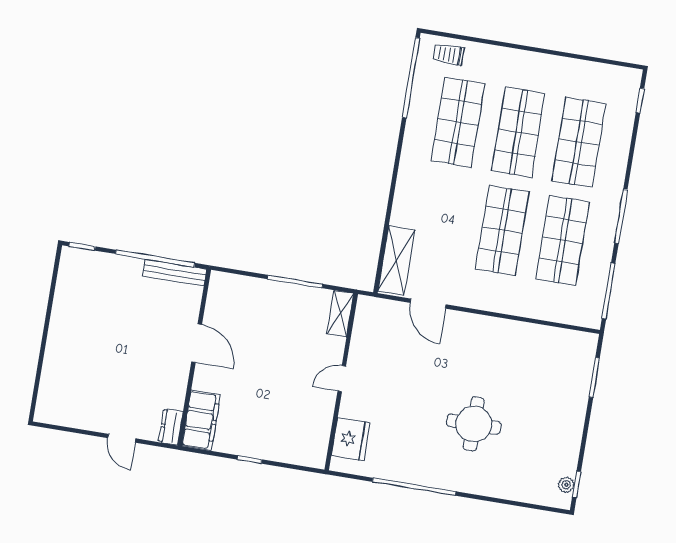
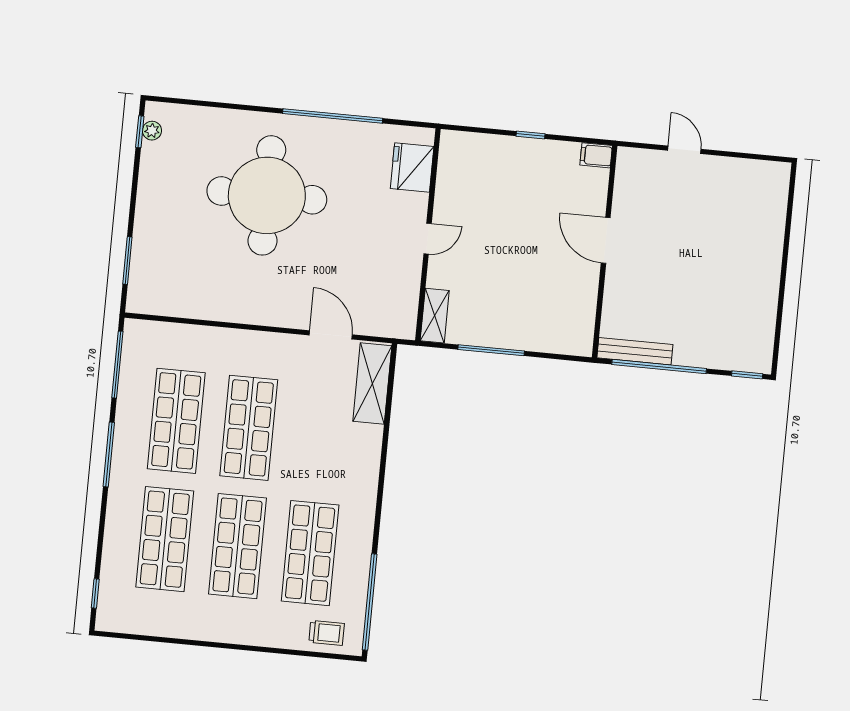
door: (197, 343) -> (606, 240), moved
filing cabinet: (201, 420) -> (596, 155), width x0.33, depth x0.86
round table: (474, 424) -> (267, 195), width x1.86, depth x1.86
dresser: (171, 427) -> (627, 167), removed

